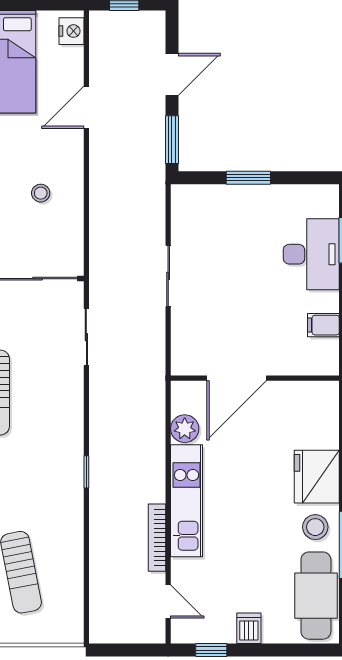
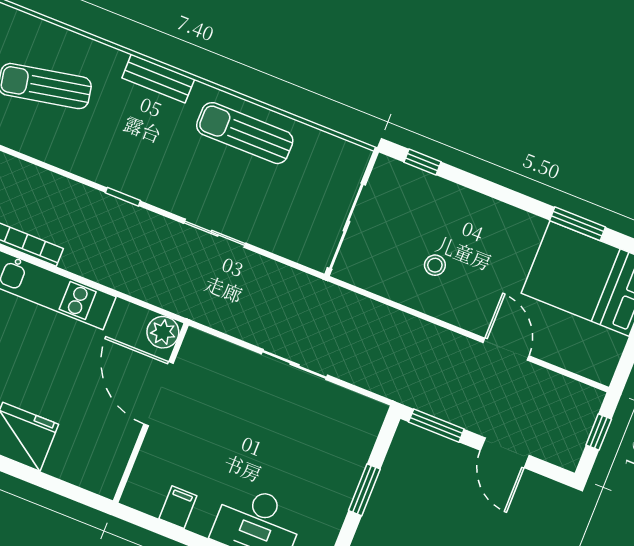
nightstand: (71, 31) -> (592, 365), removed
sliding door: (86, 337) -> (215, 233), moved
plant: (185, 429) -> (163, 332), moved

